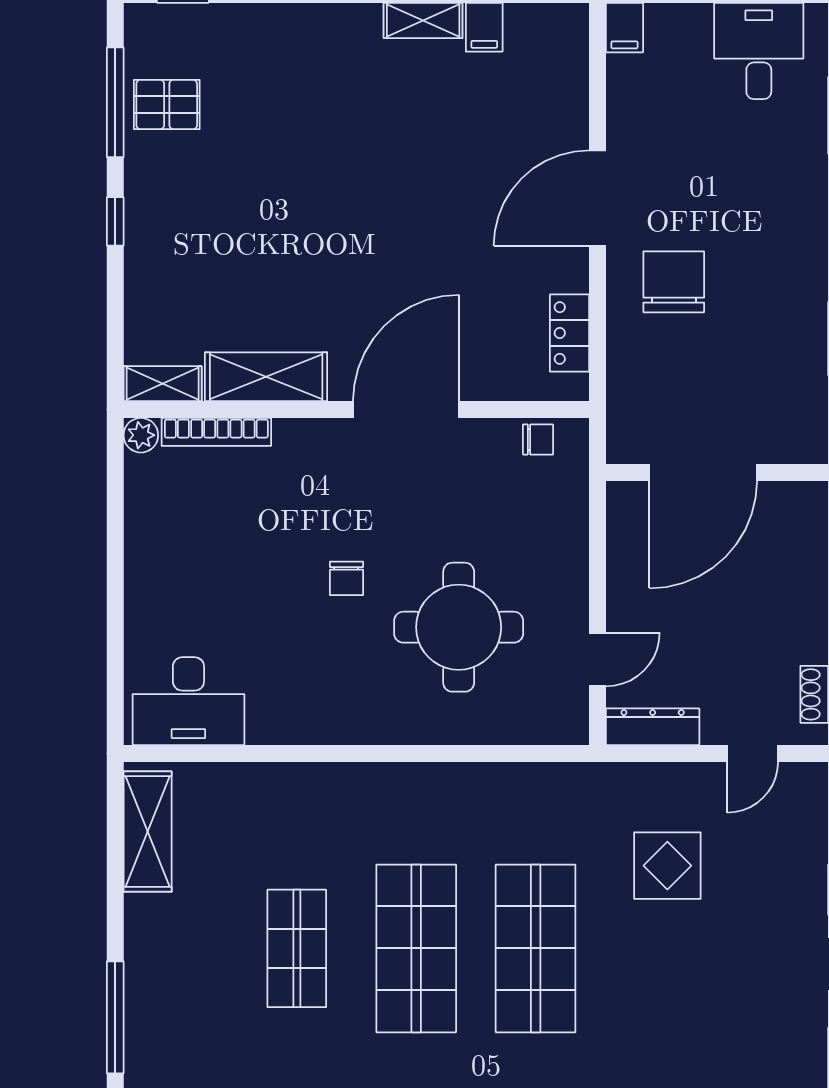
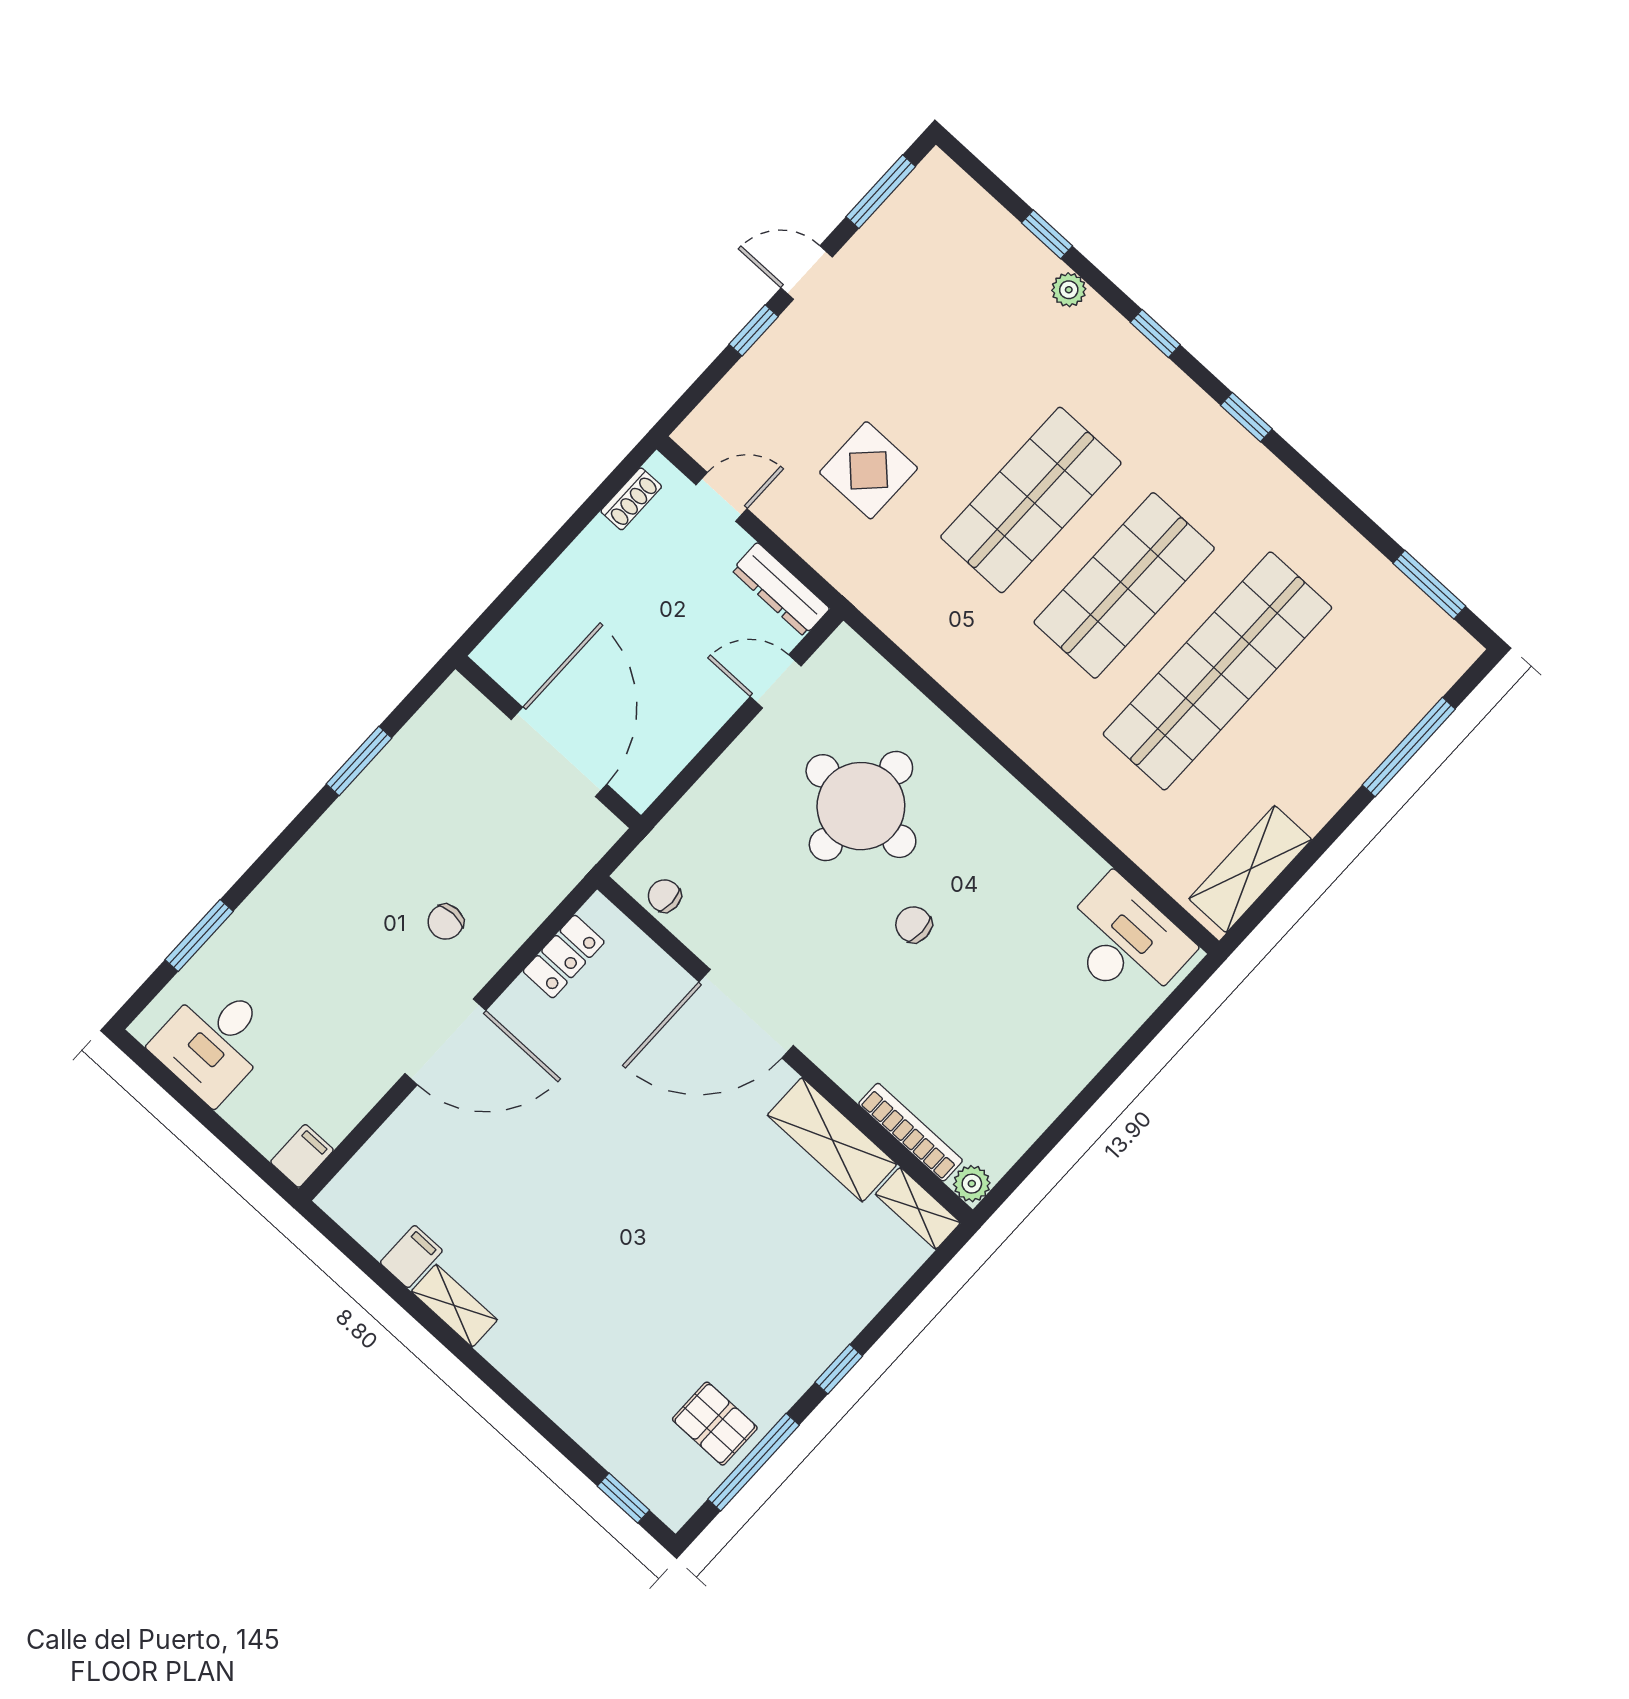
chair: (674, 282) -> (446, 922), width x0.54, depth x0.54
door: (703, 472) -> (559, 752), hinge flipped
chair: (346, 578) -> (914, 925), turned -90
shop shelf: (297, 948) -> (1217, 671), width x2.00, depth x1.36

